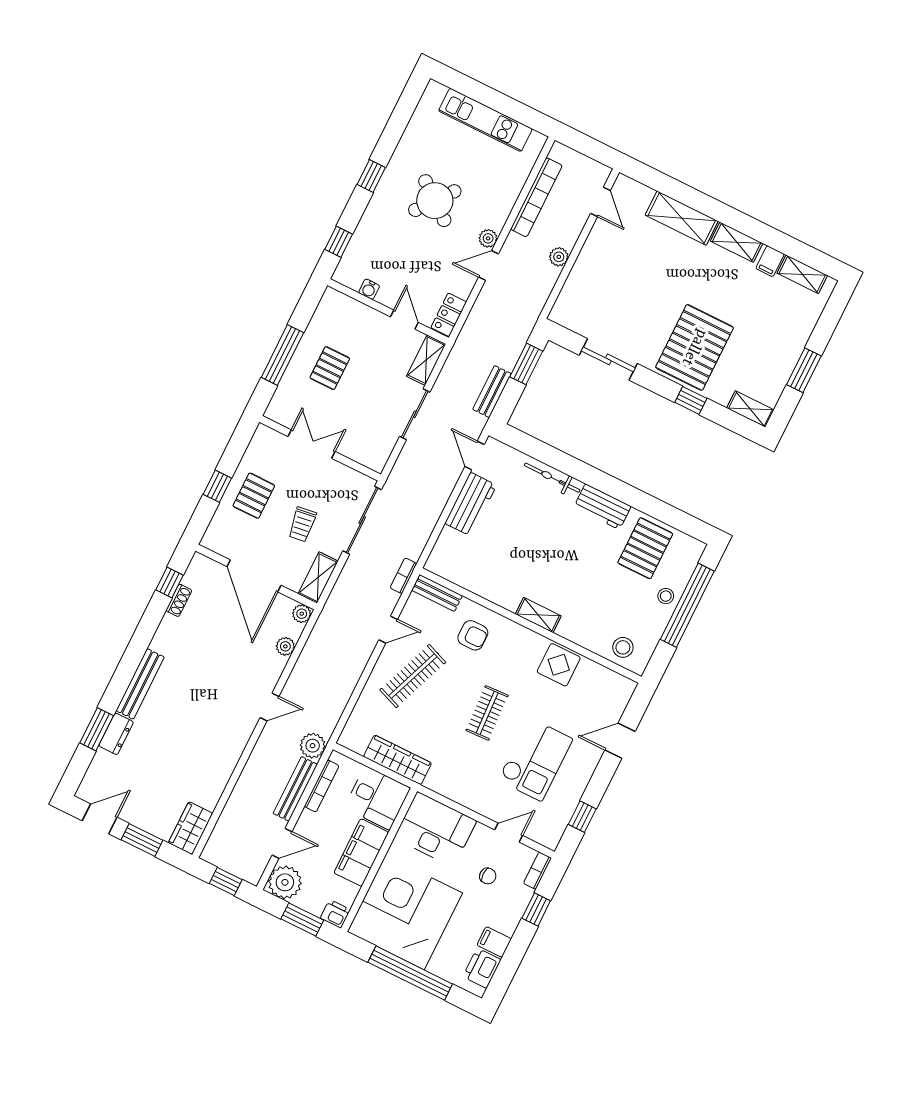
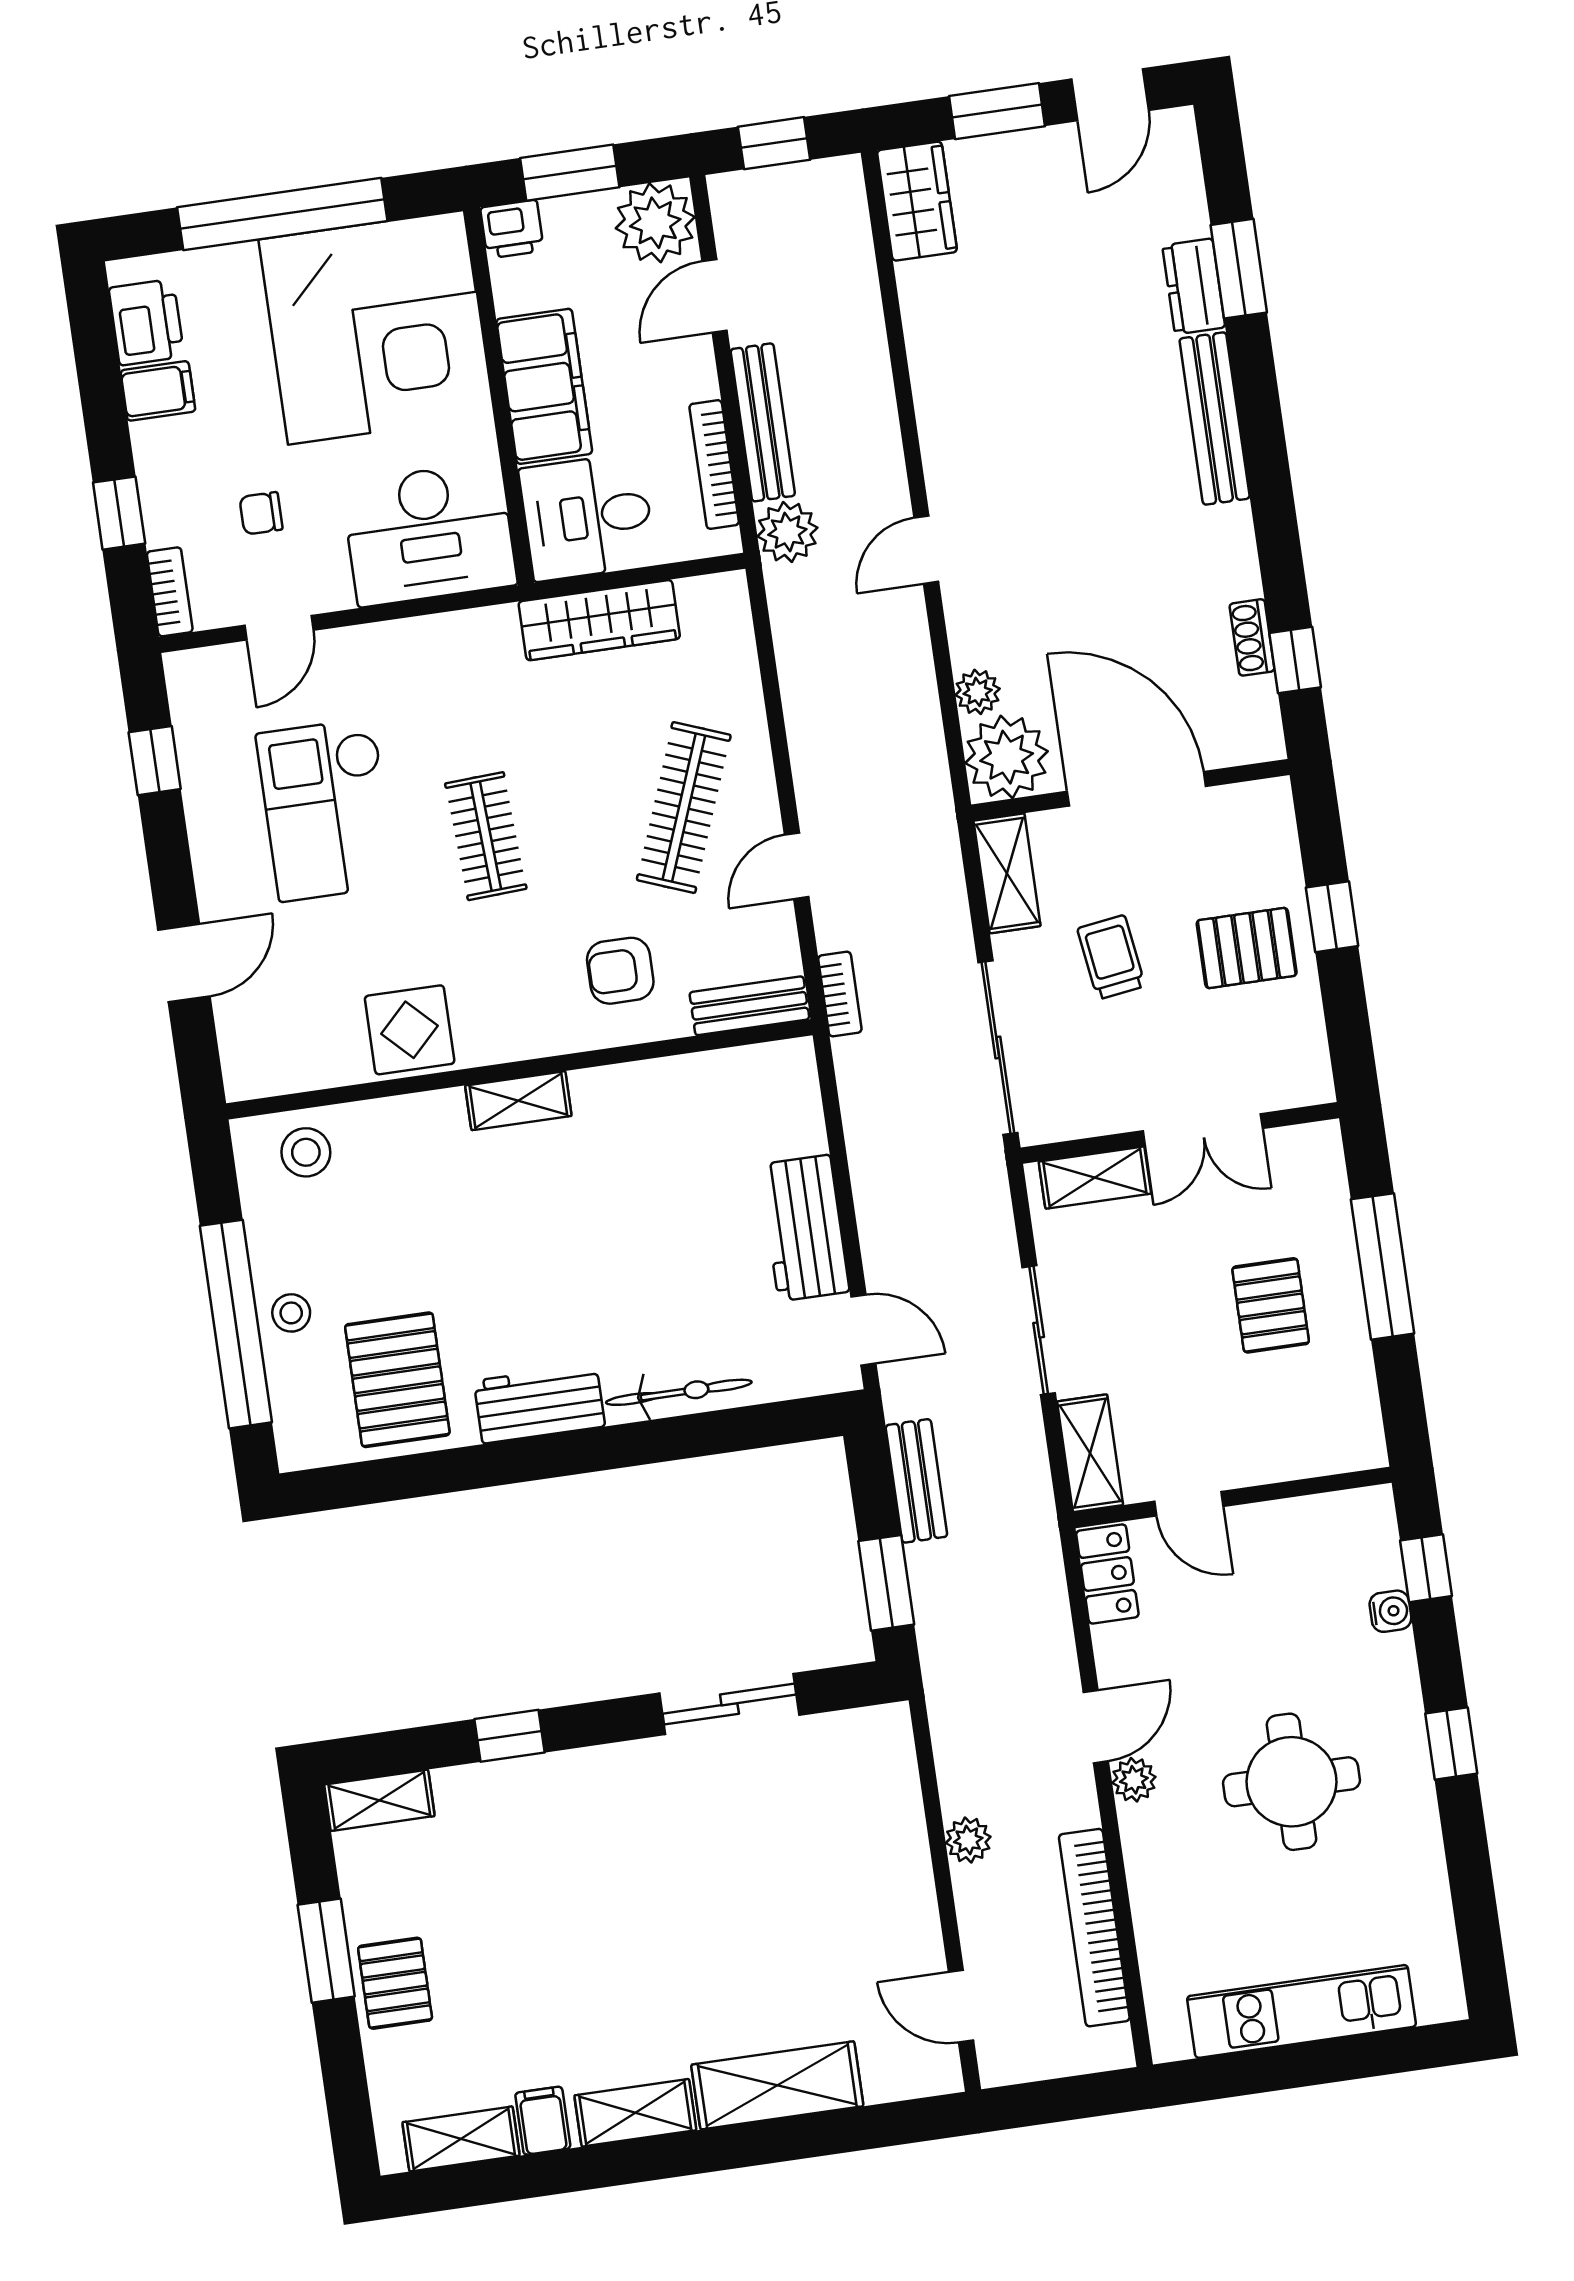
round table: (435, 201) -> (1292, 1782), turned -38
water cooler: (369, 289) -> (1390, 1611), moved, turned 90
pallet: (694, 347) -> (395, 1983), moved, width x0.49, depth x0.50
shelving: (360, 453) -> (1095, 1178), added
pallet: (254, 496) -> (1247, 948), turned 90
plant: (302, 614) -> (1007, 757), width x1.88, depth x1.88

